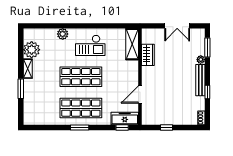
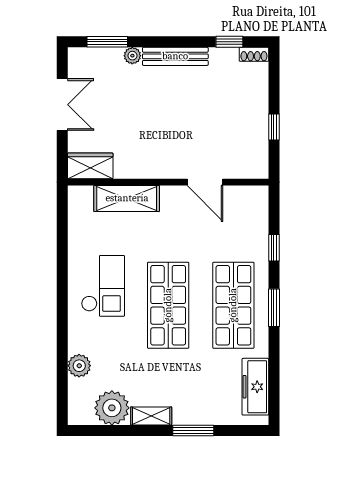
plant: (63, 34) -> (79, 366), moved
shelving: (132, 44) -> (127, 198), moved
wardrobe: (148, 55) -> (90, 166), moved
window: (207, 92) -> (229, 42), moved
freezer: (125, 119) -> (255, 387), moved
window: (122, 128) -> (274, 248), moved

